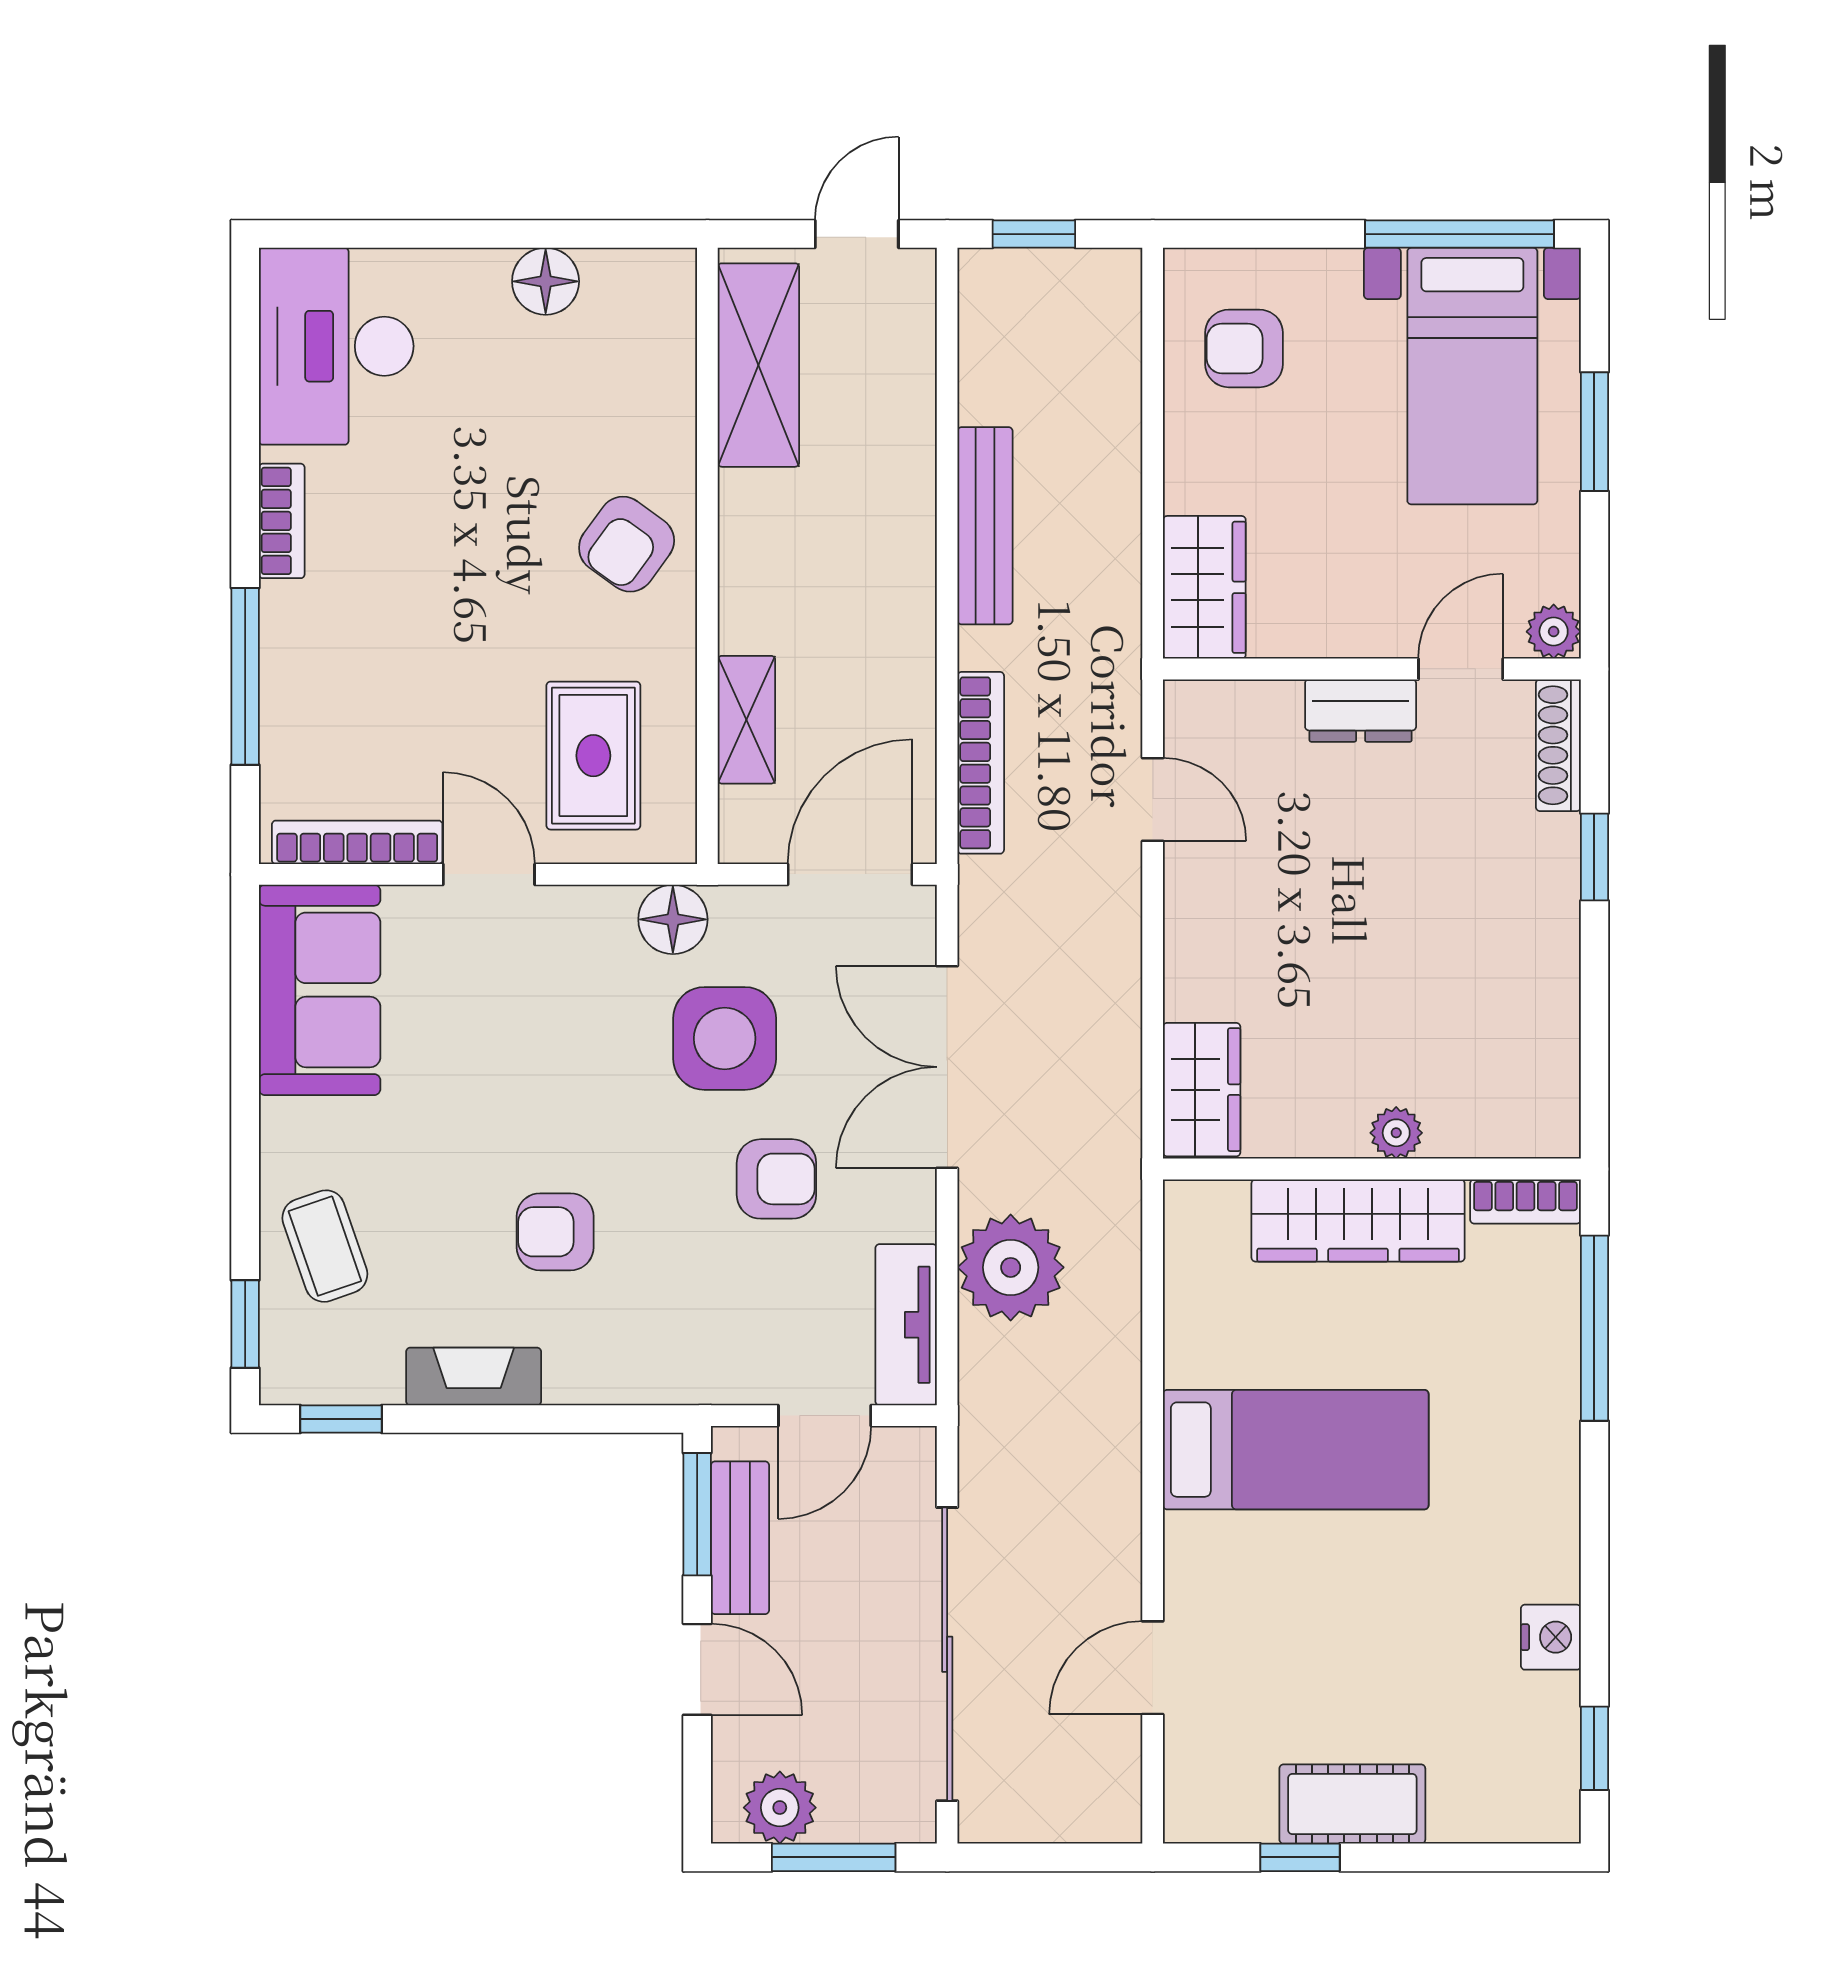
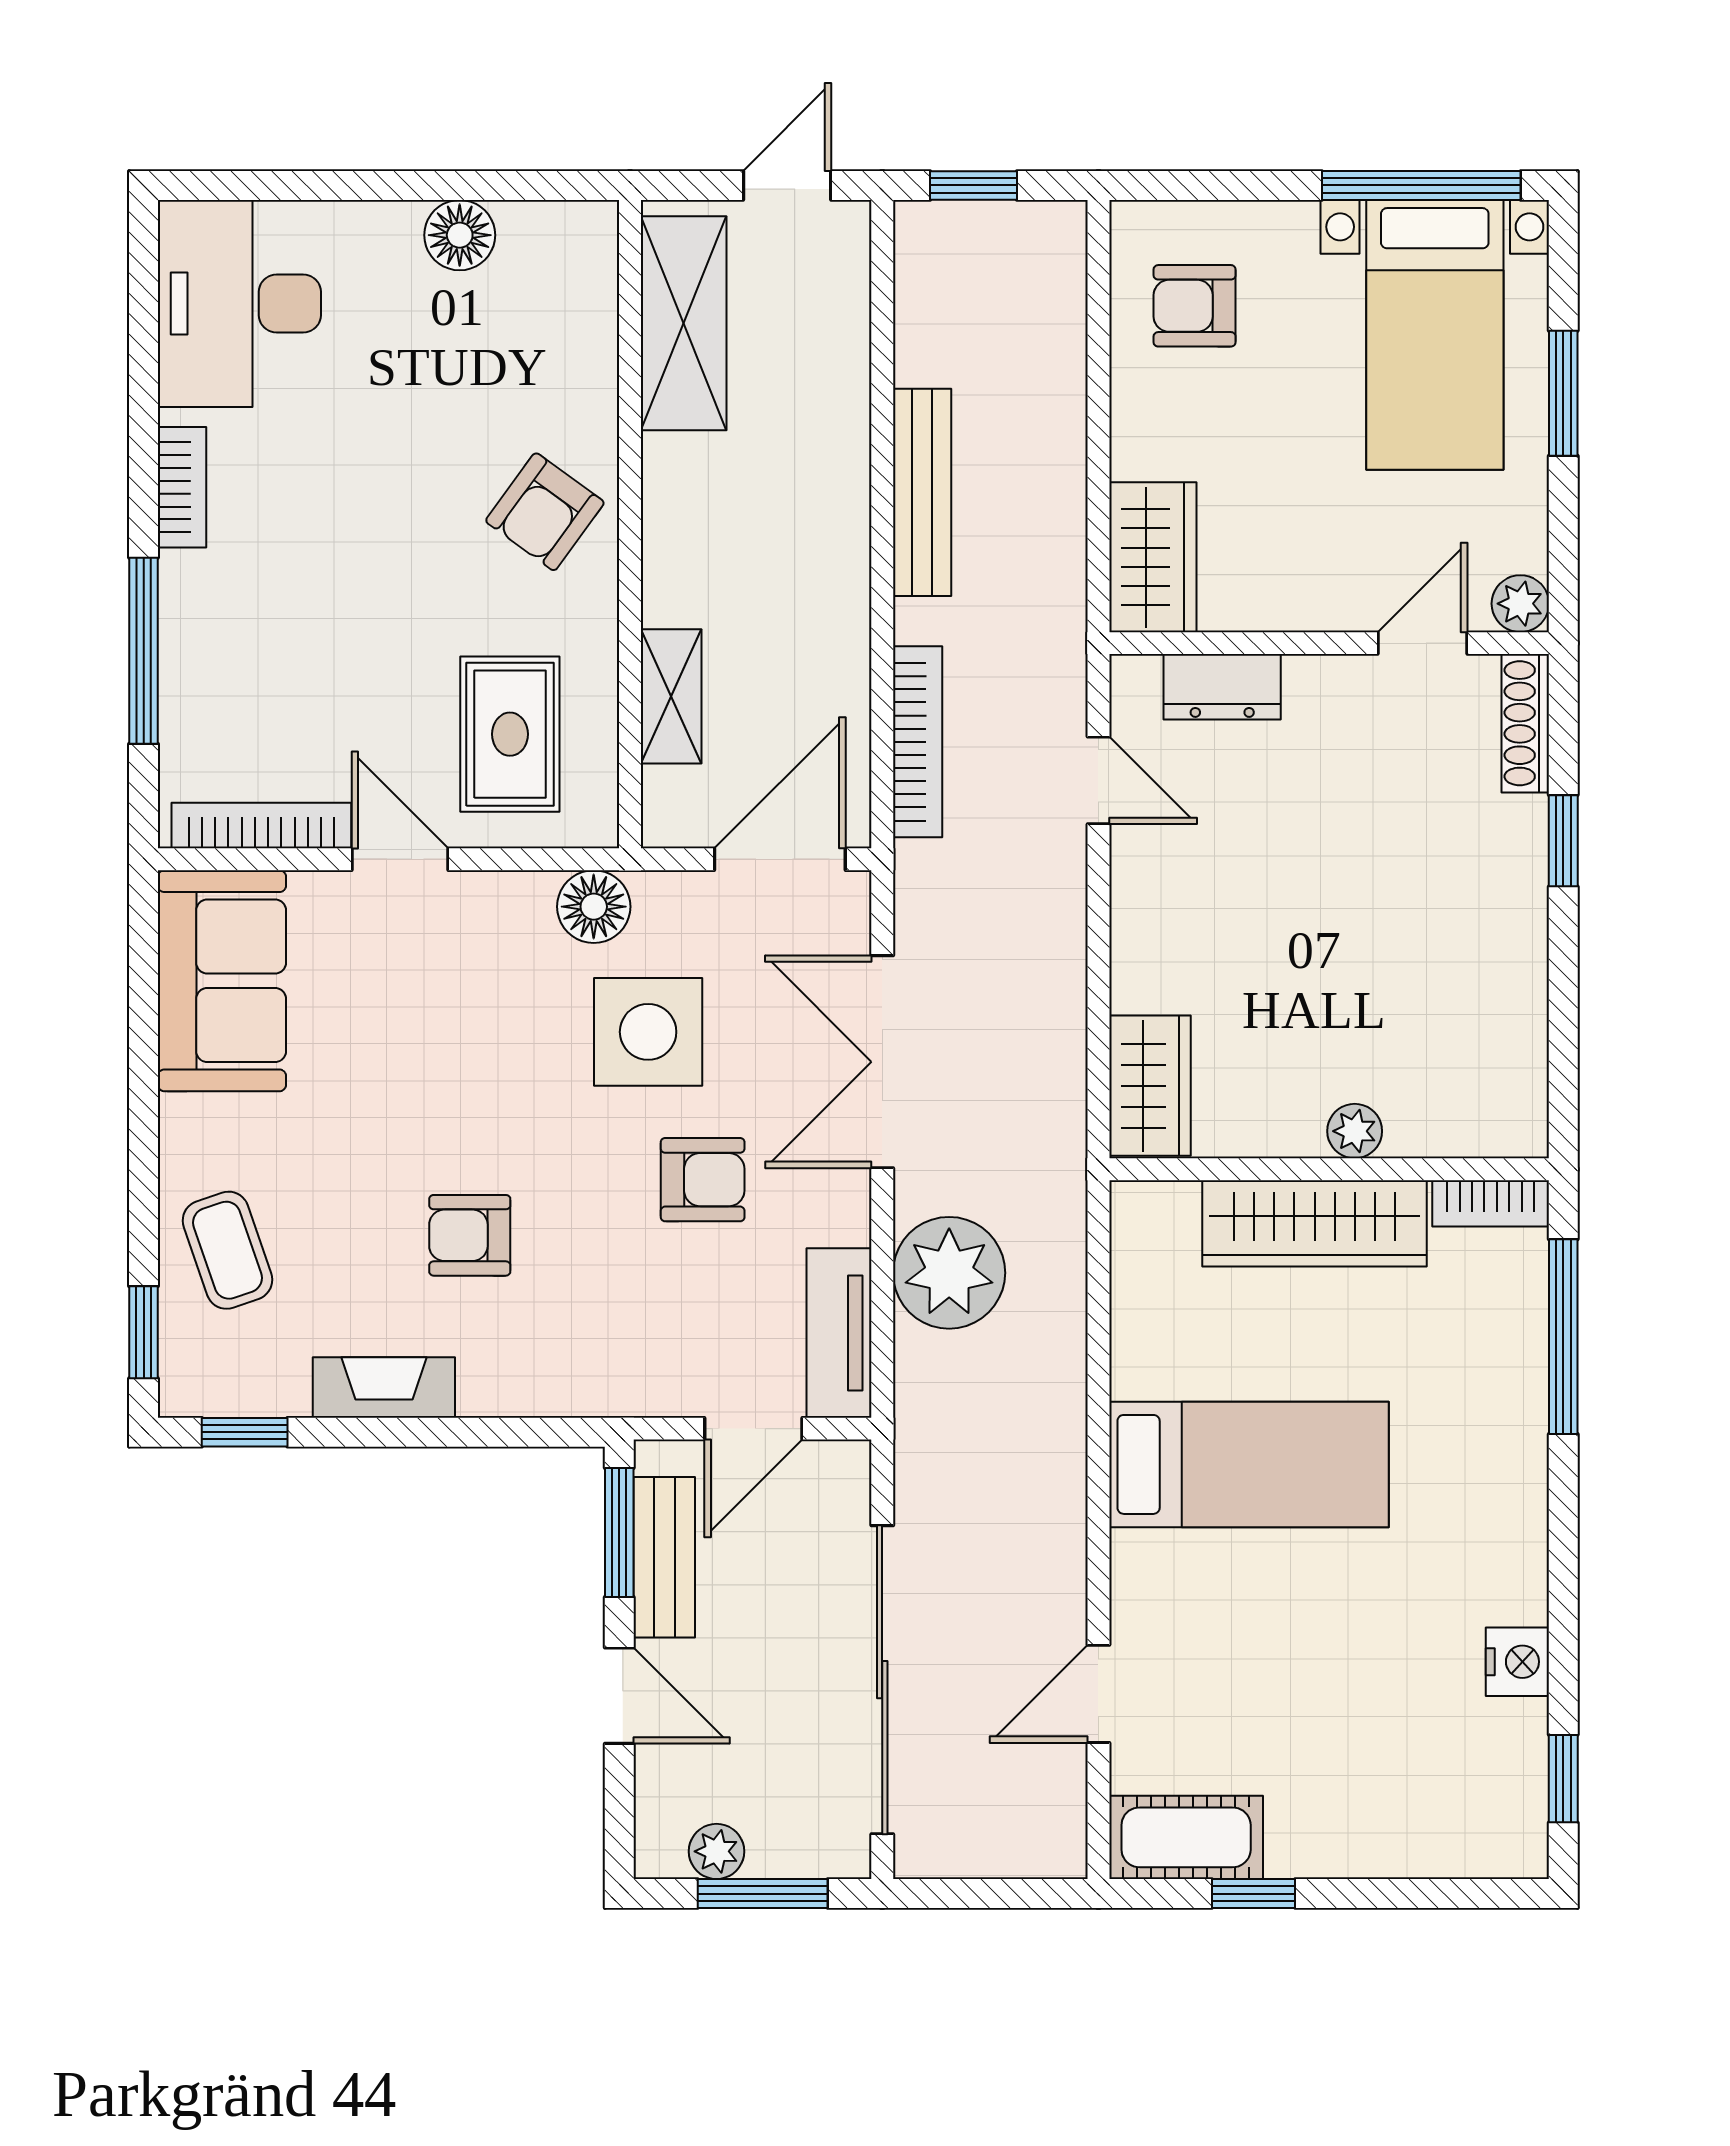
dresser: (1361, 711) -> (1222, 687), moved
cot: (1352, 1804) -> (1186, 1837), moved
plant: (780, 1808) -> (716, 1851), width x0.73, depth x0.73

